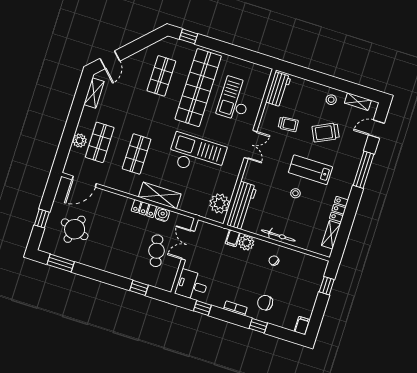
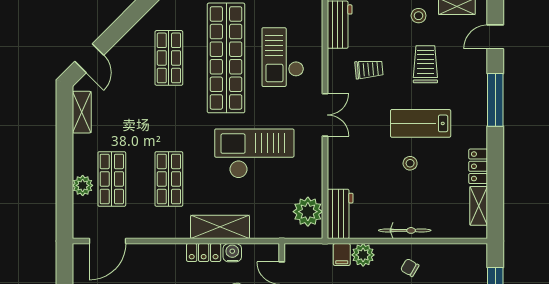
trolley: (326, 132) -> (425, 64), turned 116
workbench: (242, 206) -> (340, 214), width x0.73

